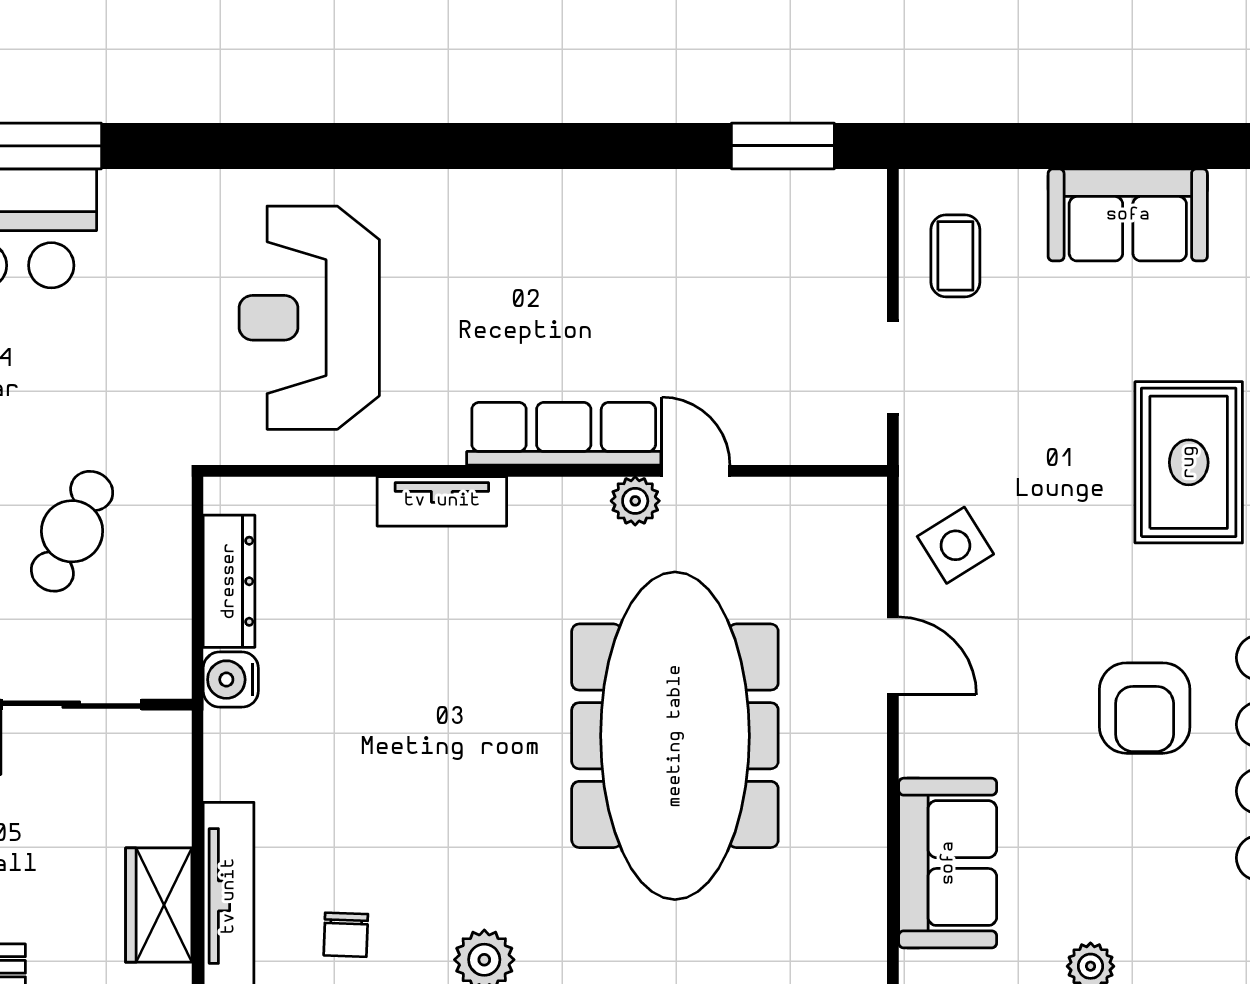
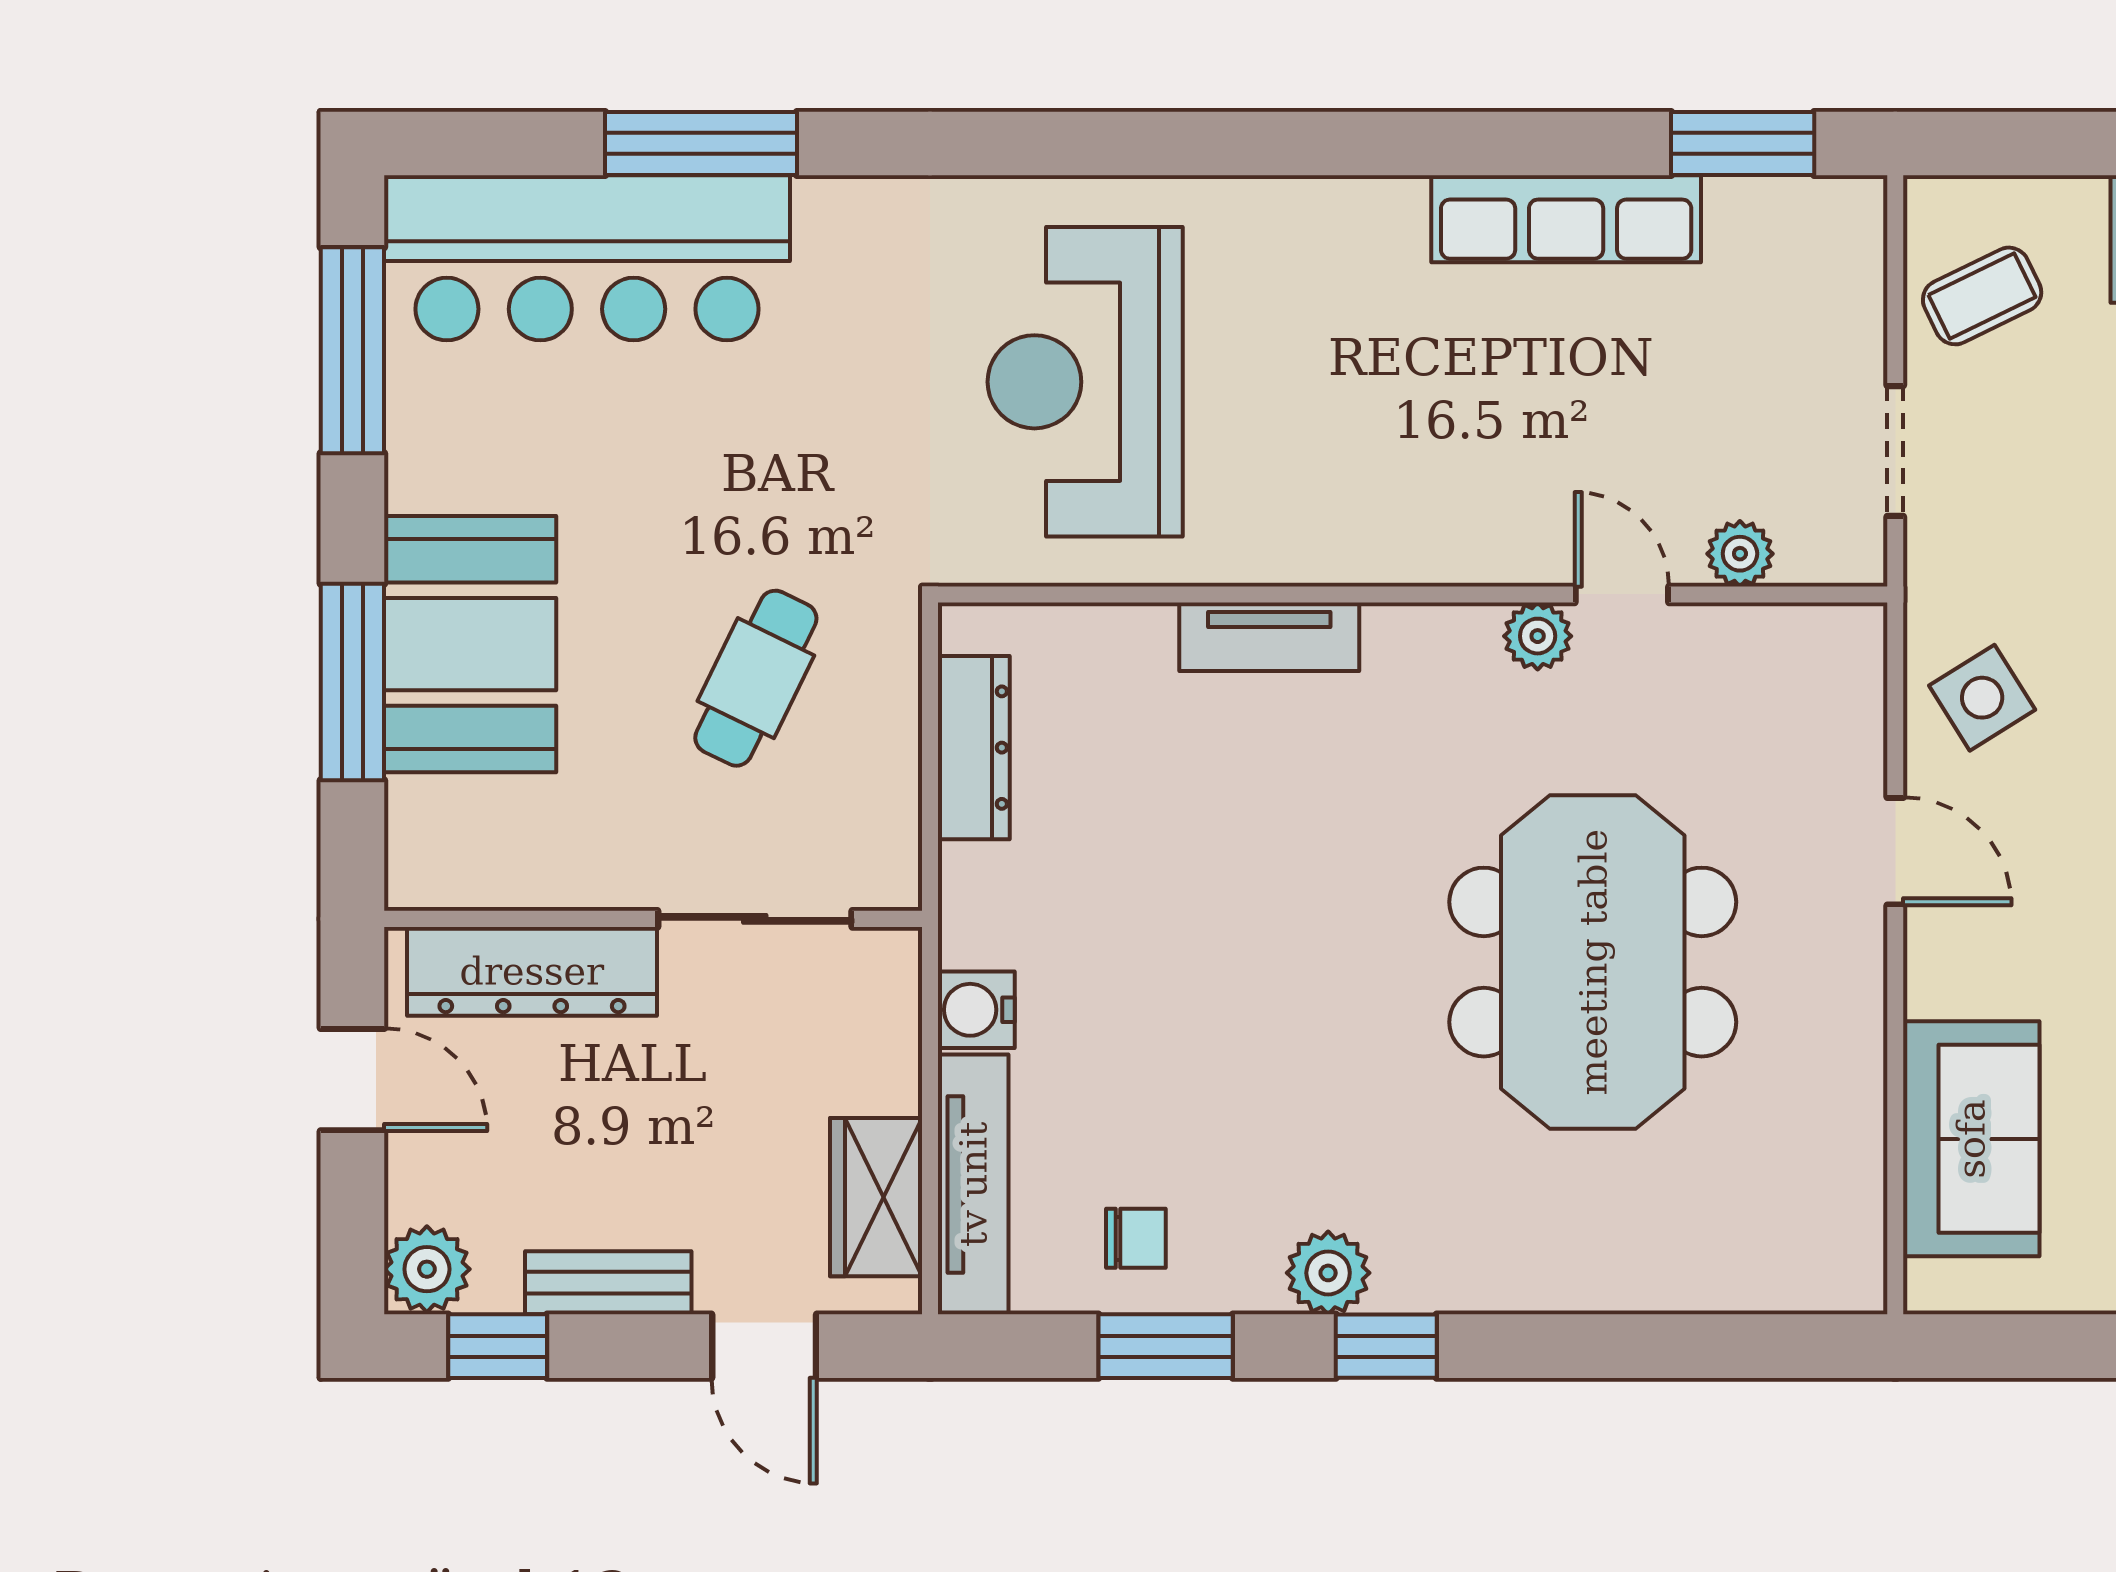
coffee table: (955, 256) -> (1982, 296), turned 64
row of seats: (564, 434) -> (1566, 219), moved, turned 180
plant: (781, 442) -> (1740, 554), added
water cooler: (231, 680) -> (976, 1010), moved
meeting table: (675, 736) -> (1593, 962), width x0.73
chair: (346, 935) -> (1136, 1238), turned -92

